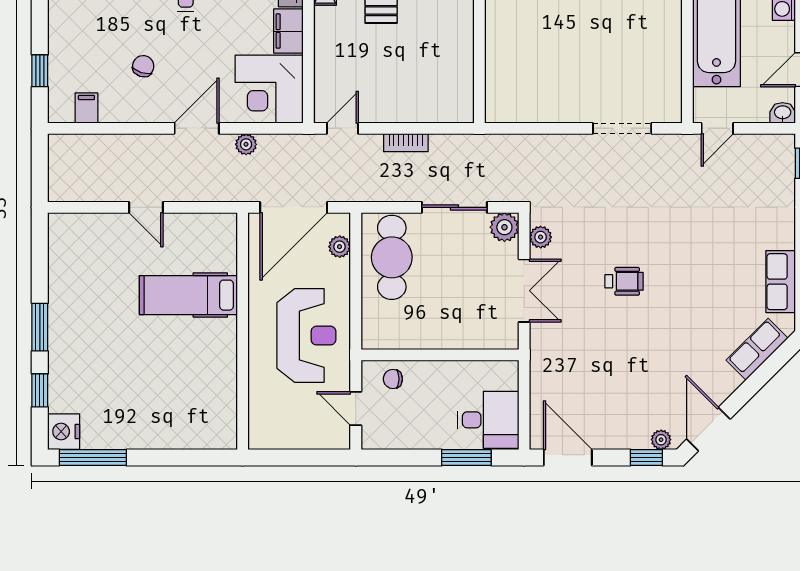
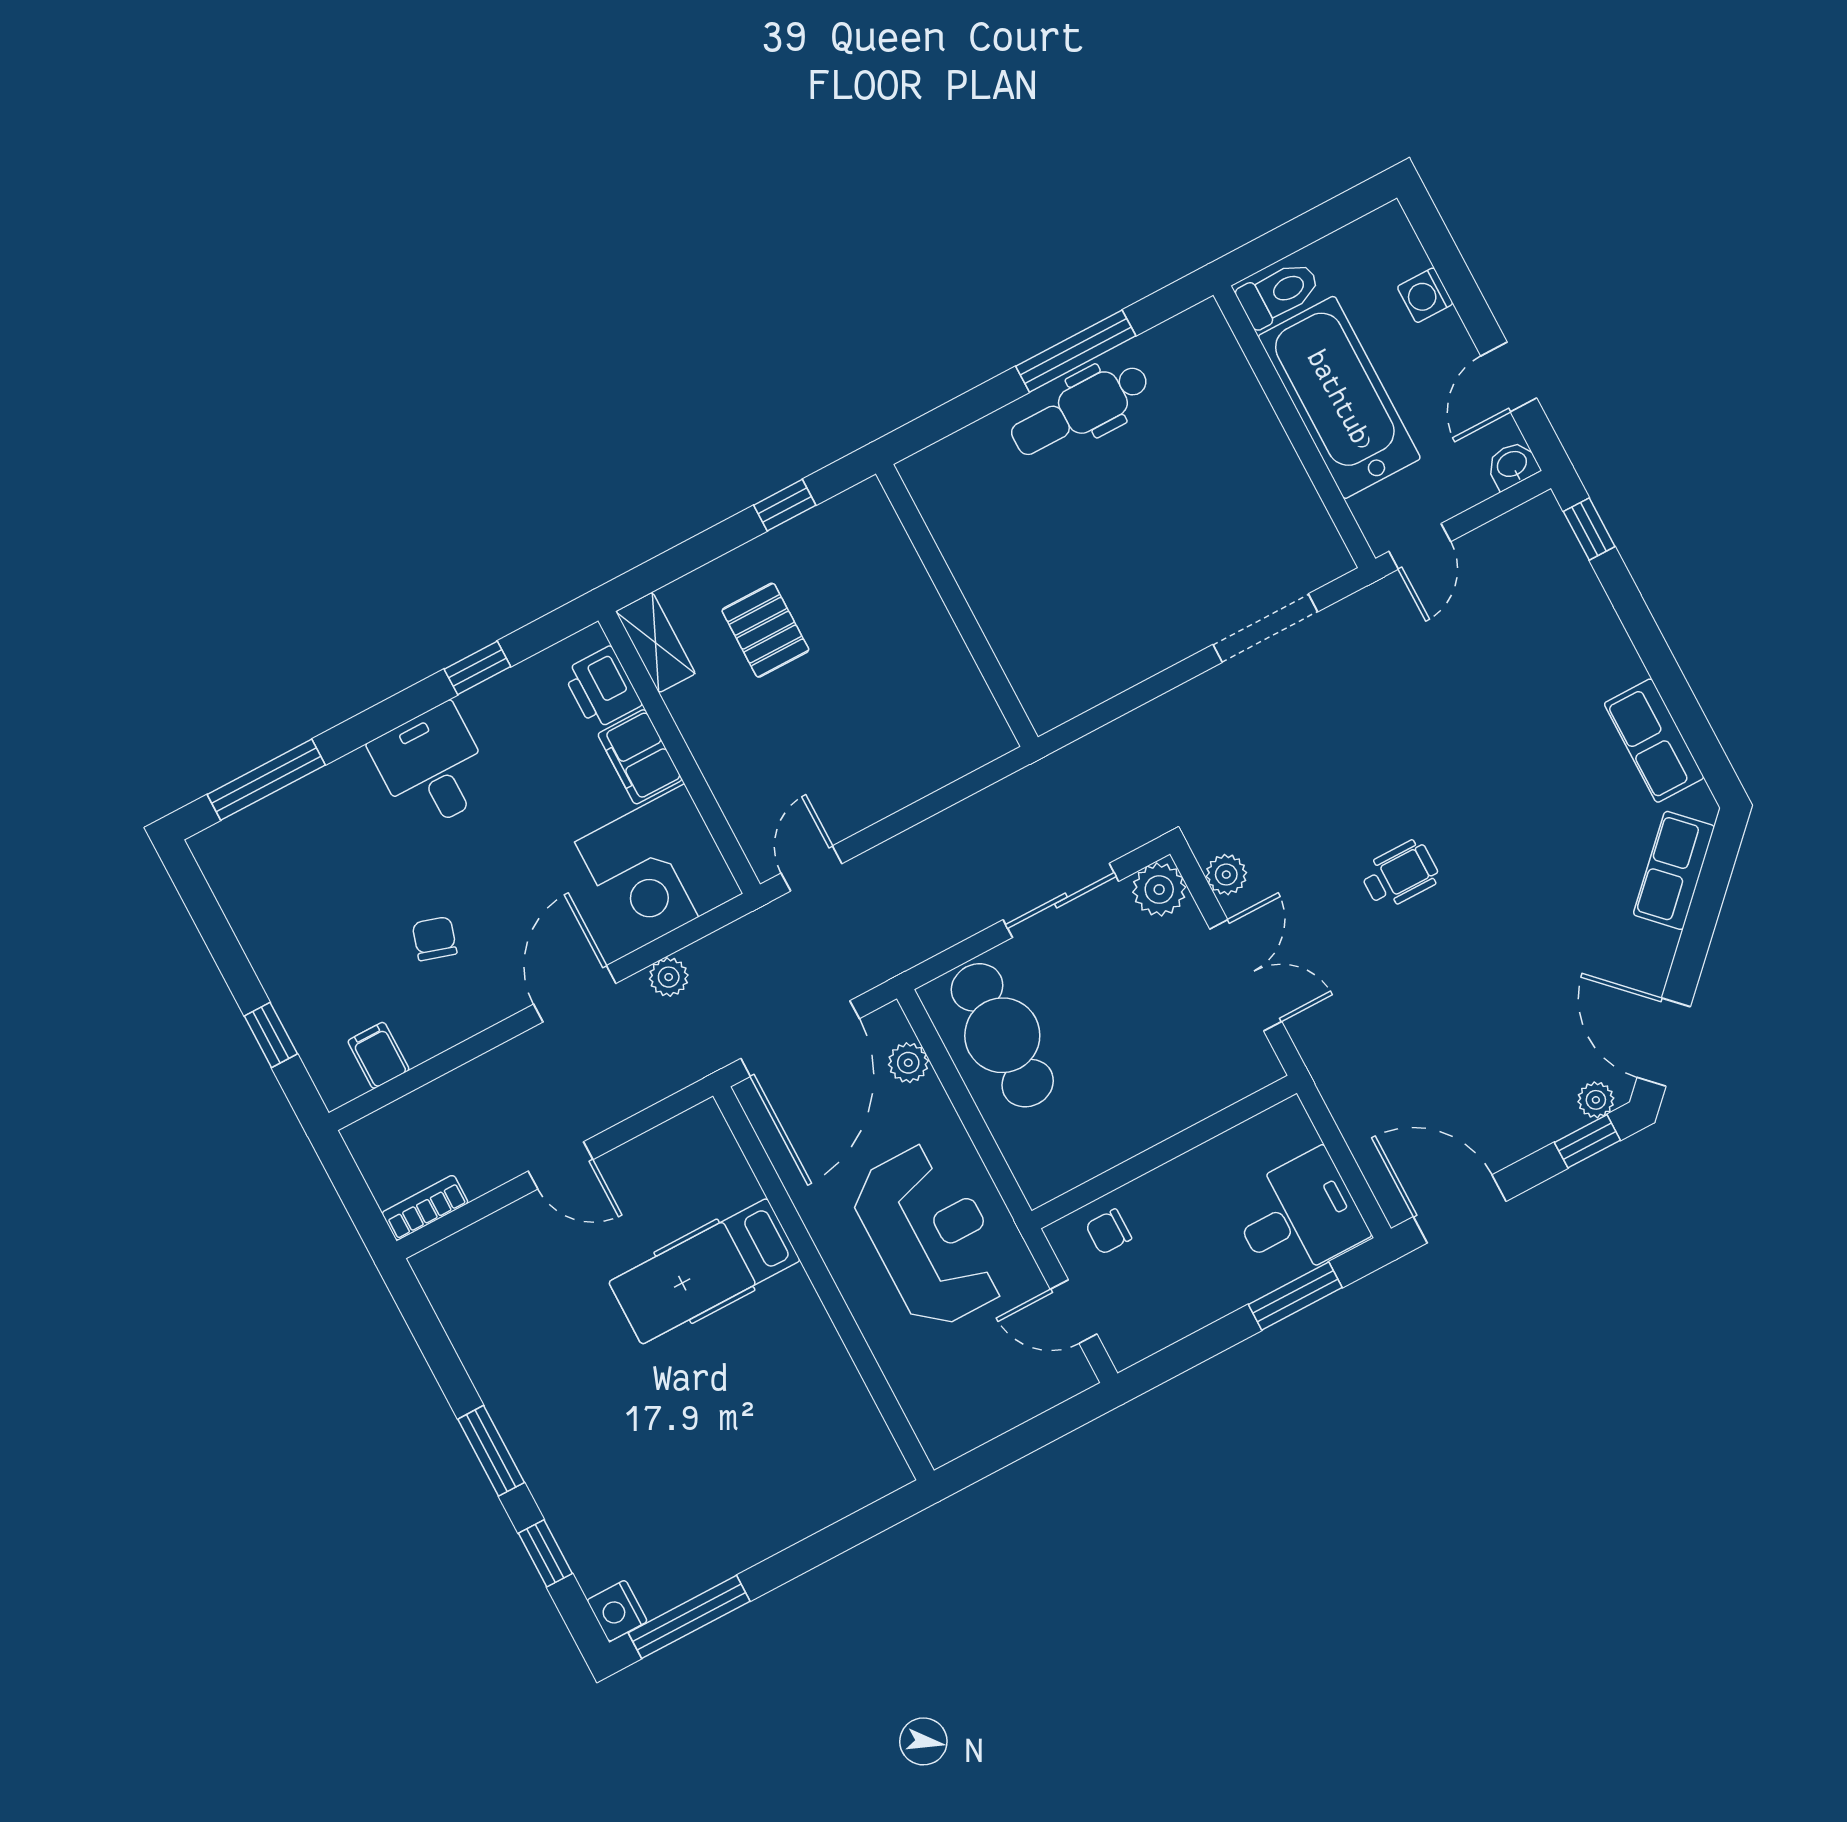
bookcase: (406, 143) -> (425, 1208), moved, turned 180
nightstand: (64, 432) -> (617, 1611), width x0.74, depth x0.75

